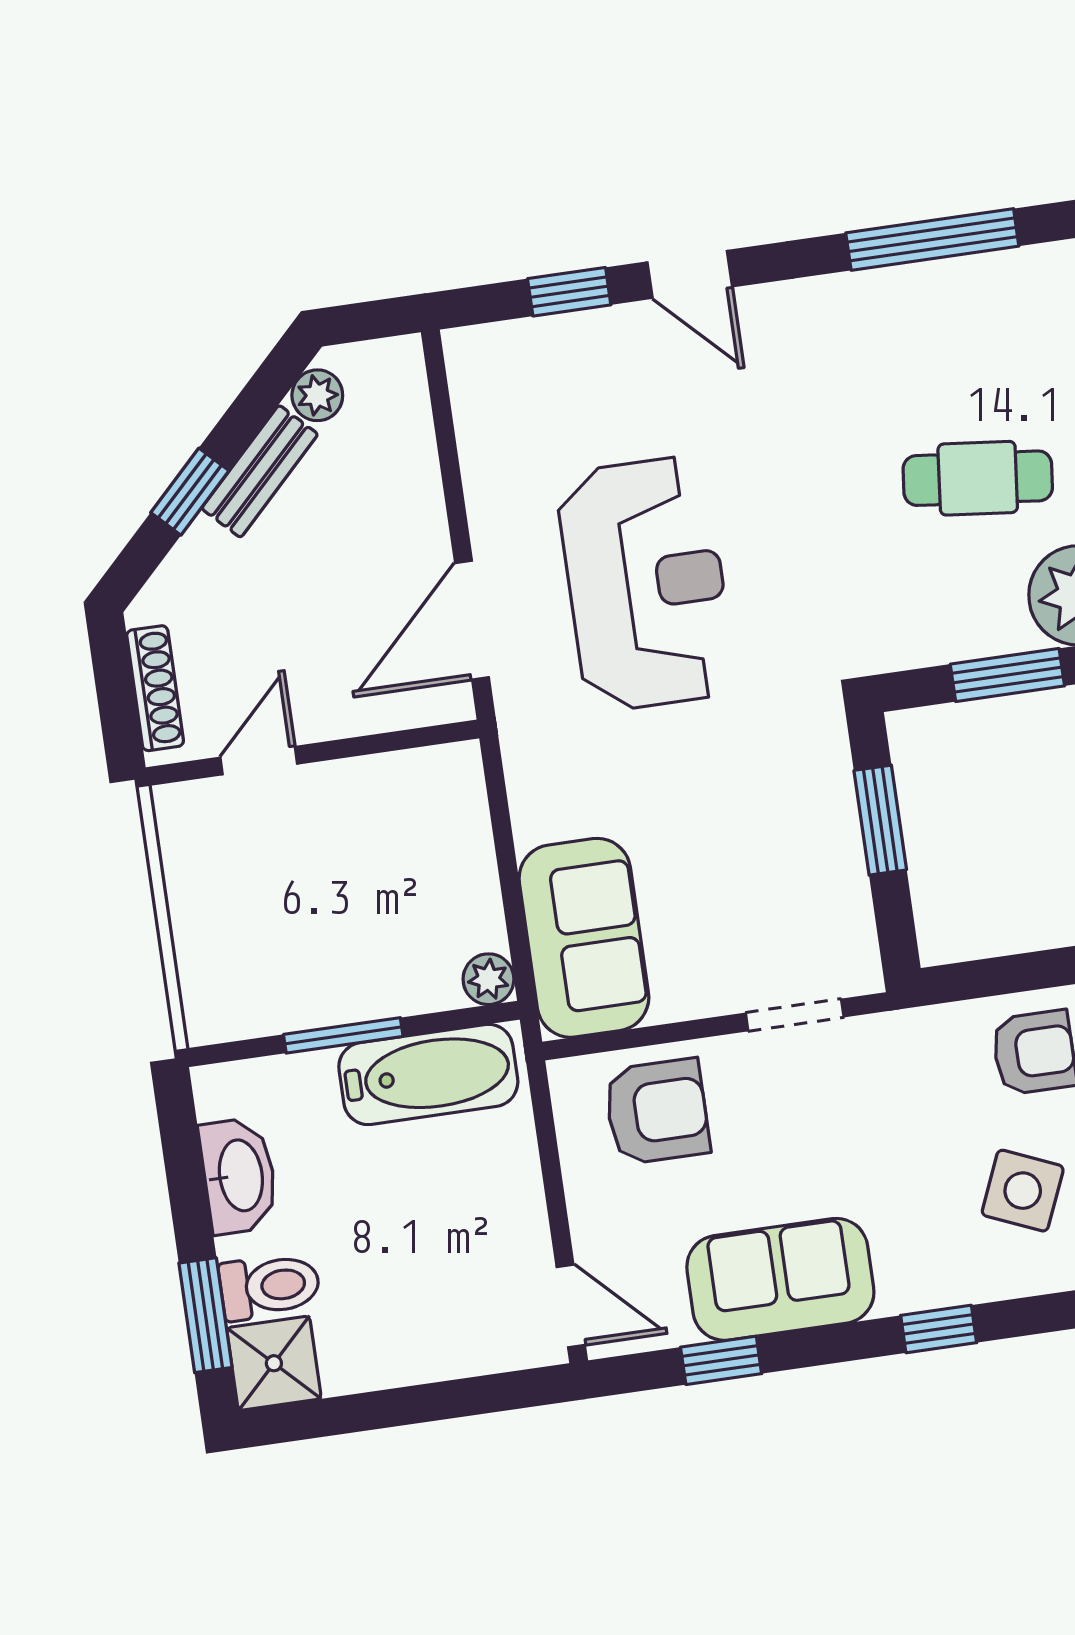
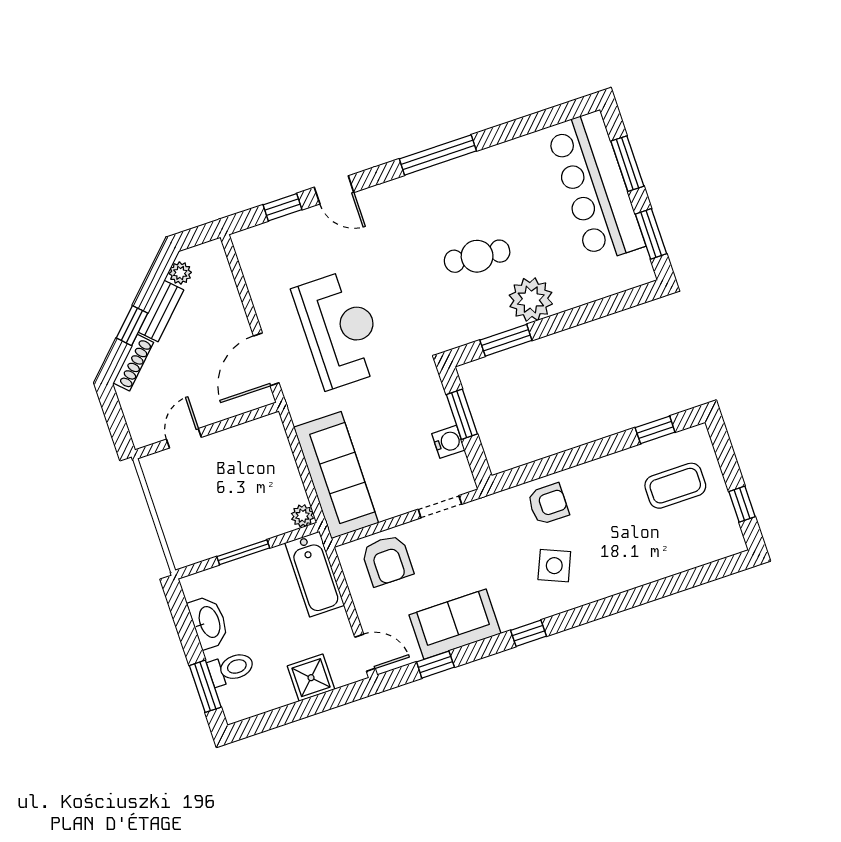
shoe rack: (155, 688) -> (133, 363), moved, turned 45
water cooler: (839, 875) -> (448, 442), added
sofa: (584, 938) -> (336, 475), width x1.36
bathtub: (428, 1074) -> (315, 574), moved, turned 90
armchair: (657, 1112) -> (387, 560), turned 90
shower: (274, 1363) -> (311, 678), moved

